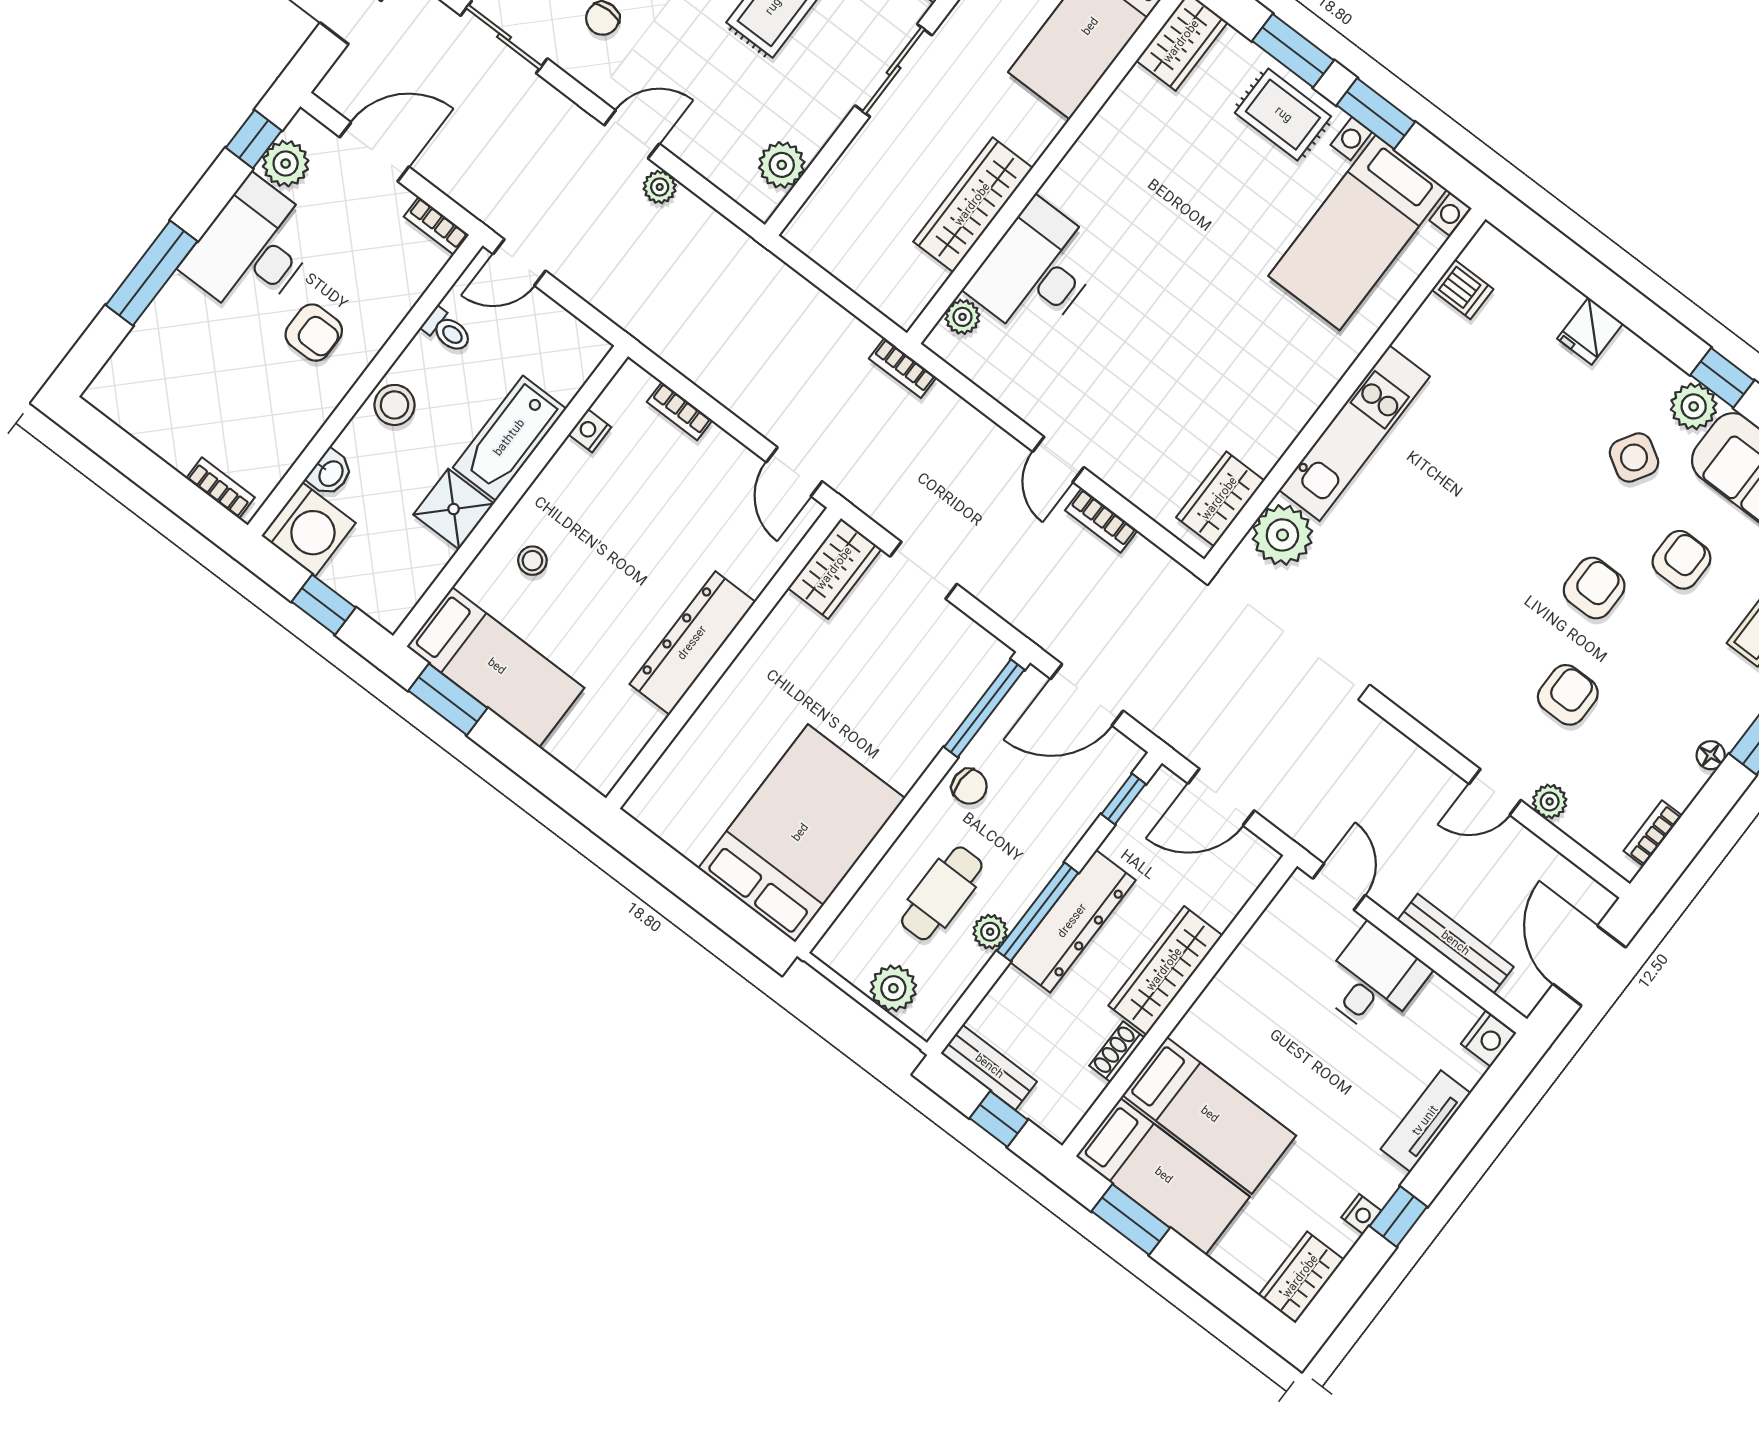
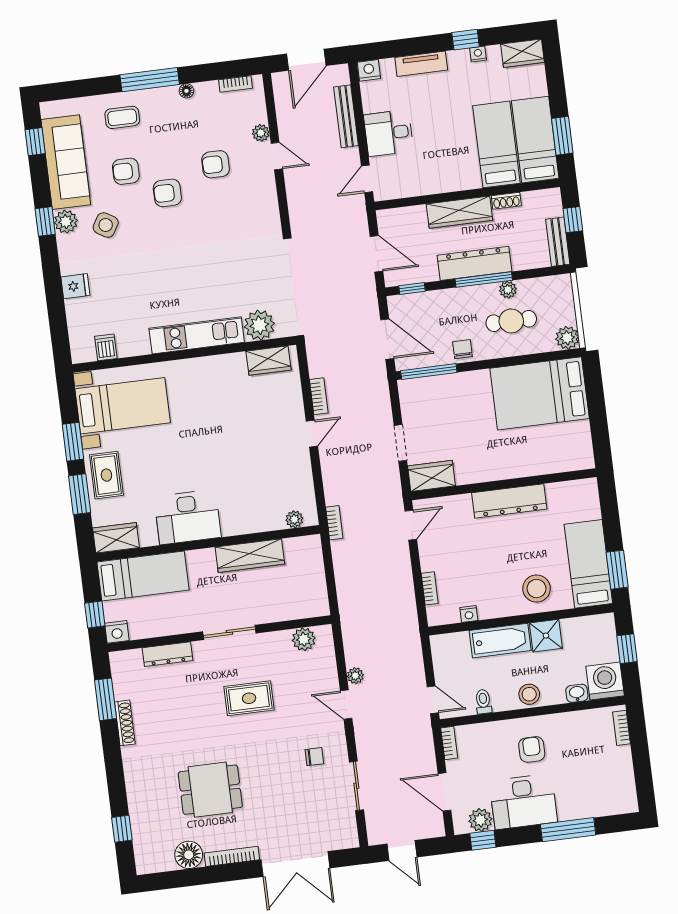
desk: (1036, 271) -> (188, 517), moved
stool: (532, 561) -> (537, 589), width x1.89, depth x1.89
plant: (893, 988) -> (567, 338), moved

